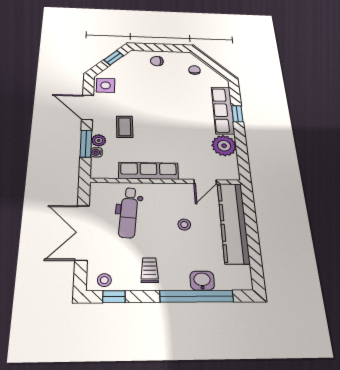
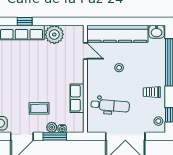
row of seats: (149, 171) -> (77, 98), width x0.68
washbasin: (202, 281) -> (157, 32), moved, turned -90

